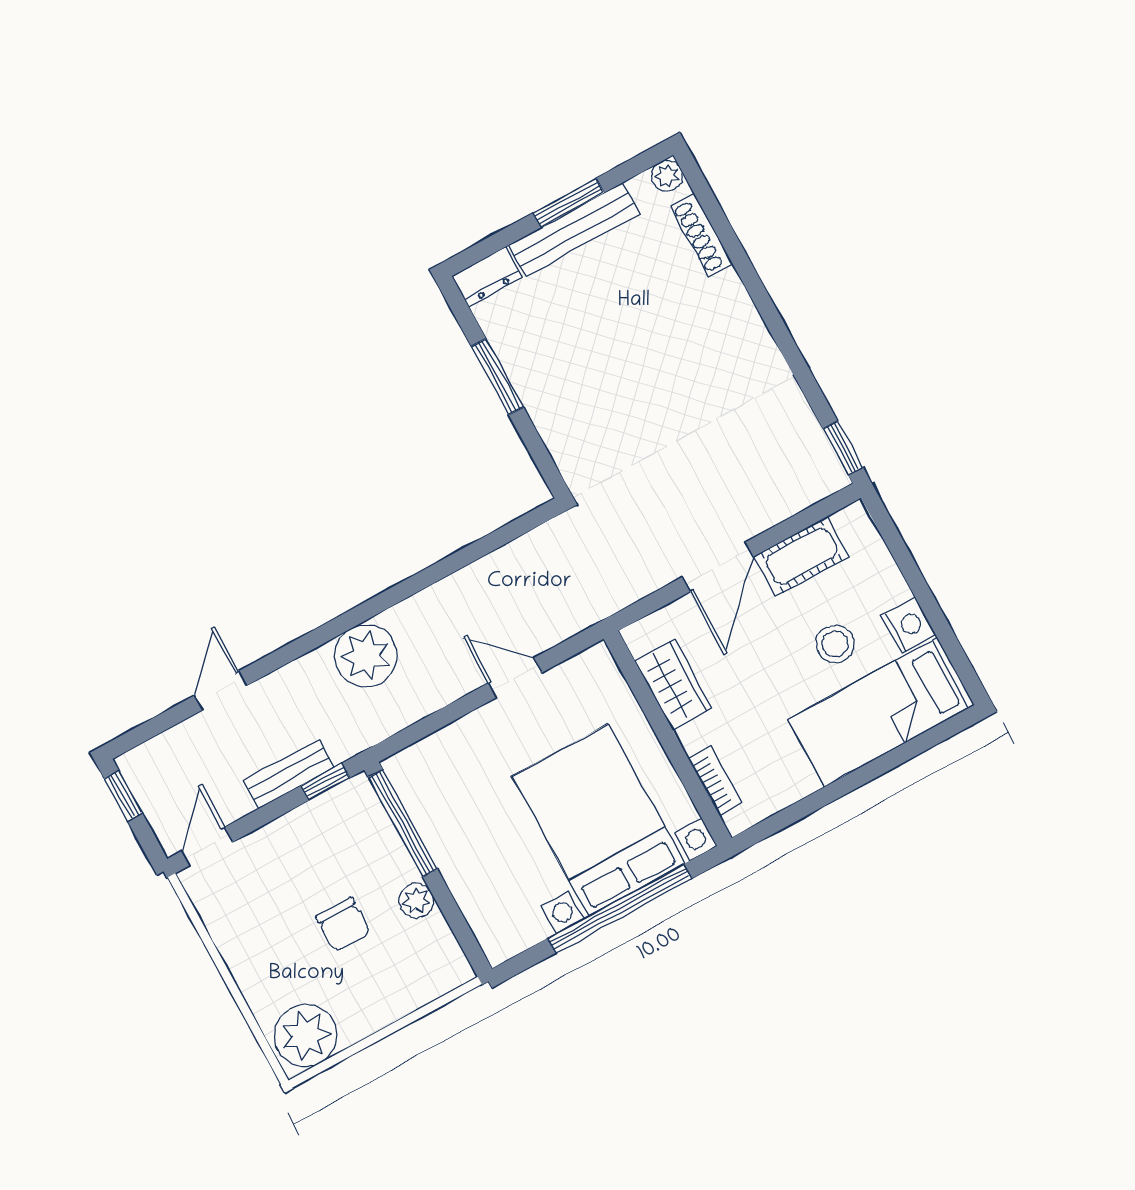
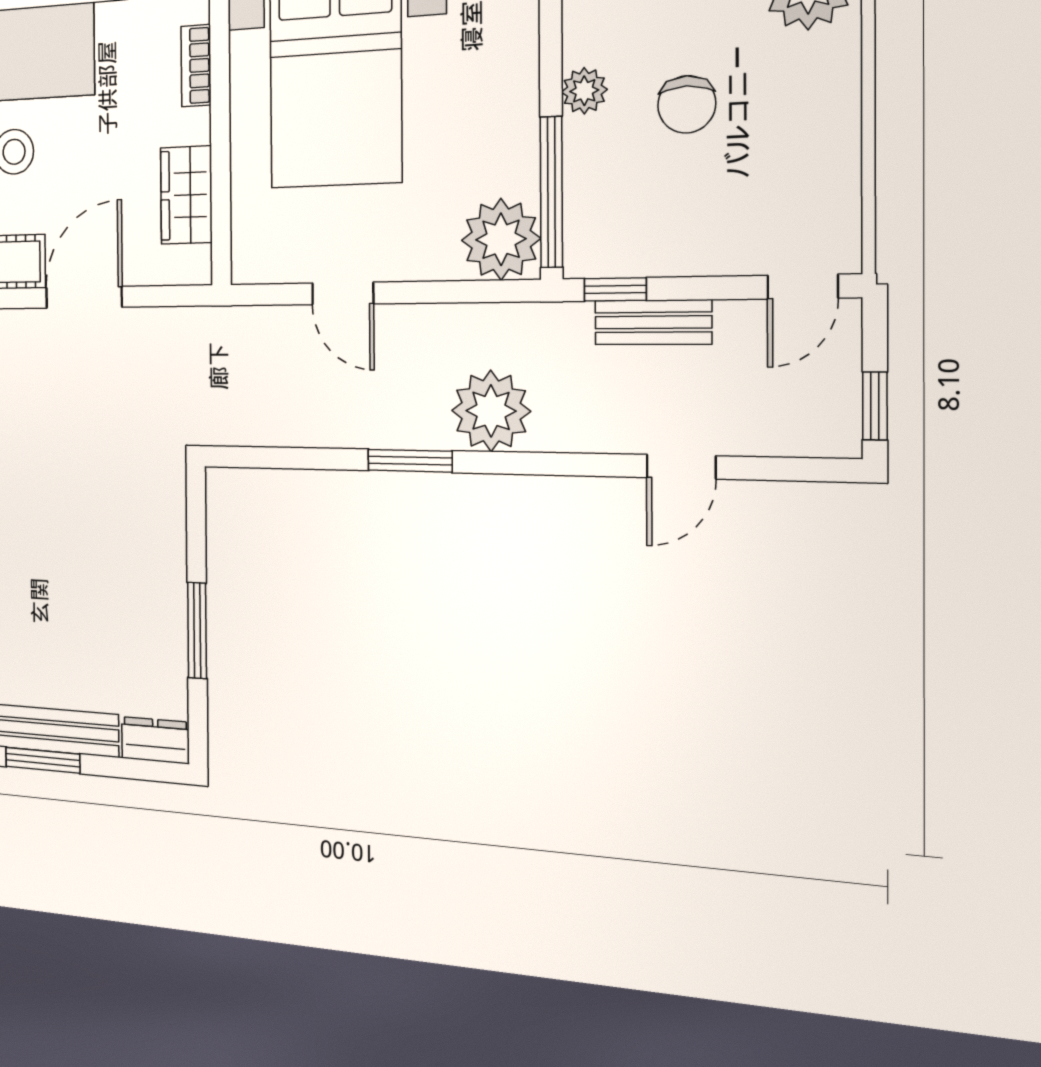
window: (404, 590) -> (410, 461), added
plant: (421, 774) -> (501, 239), added
chair: (343, 925) -> (687, 104), turned 180

